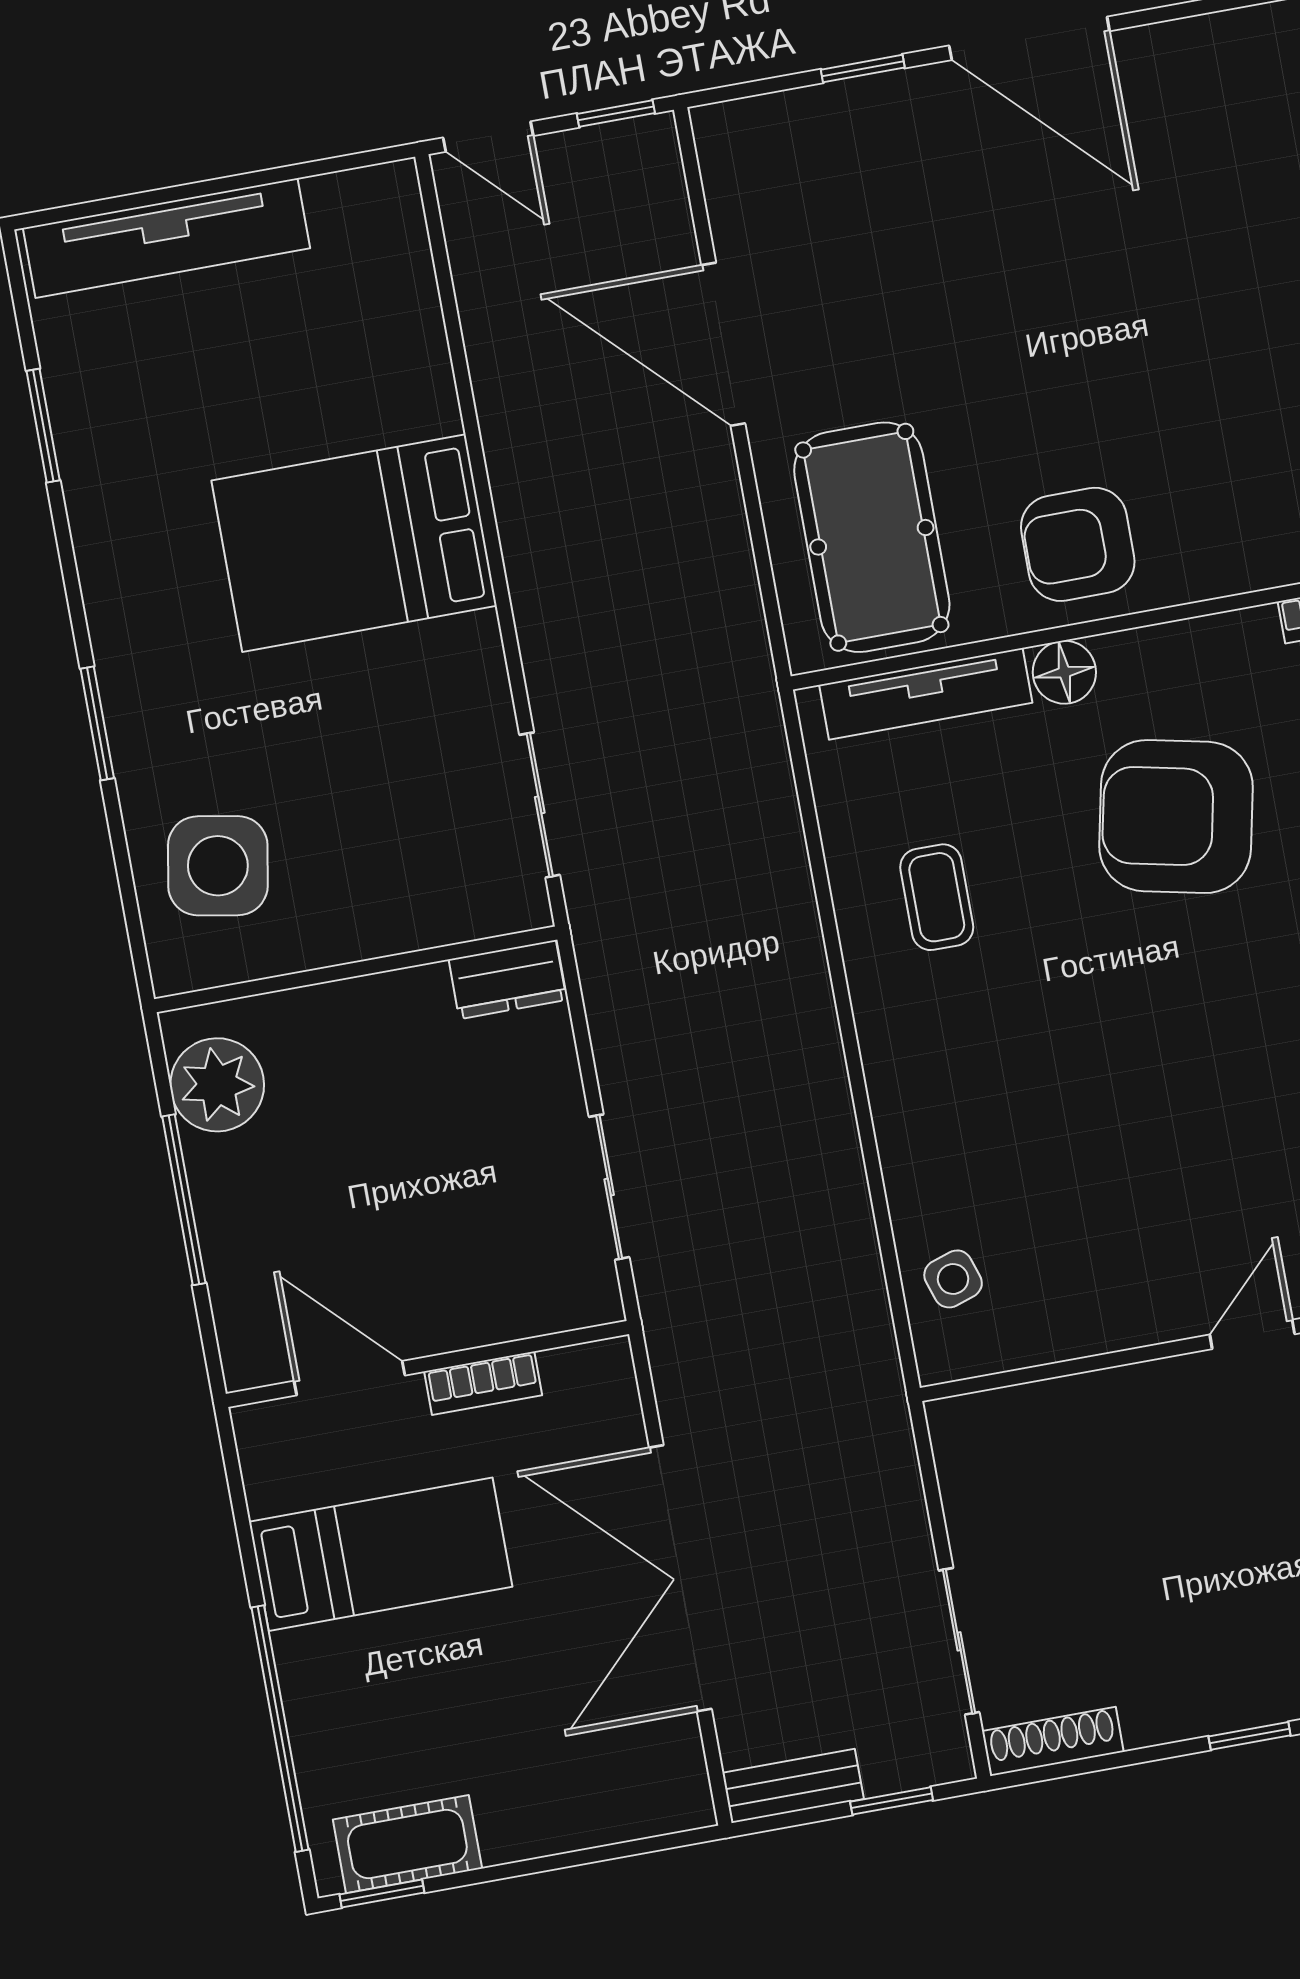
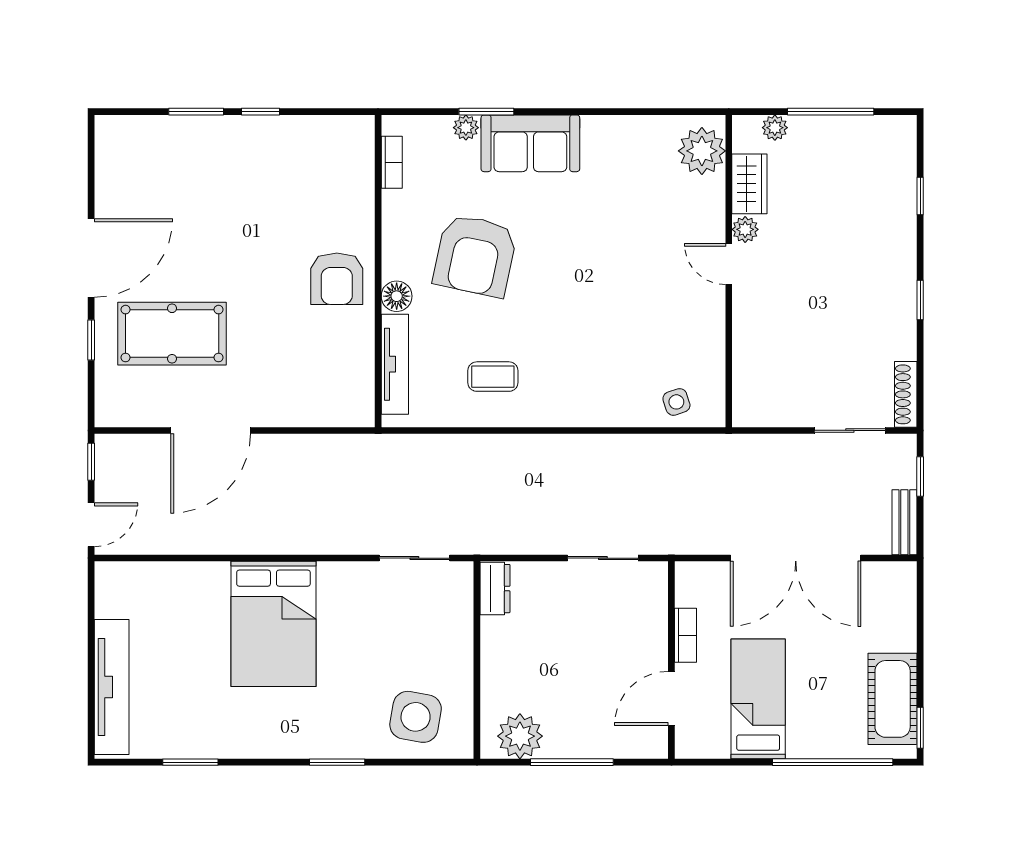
pool table: (872, 537) -> (172, 334), moved
cot: (407, 1844) -> (893, 699), width x1.37, depth x1.34

